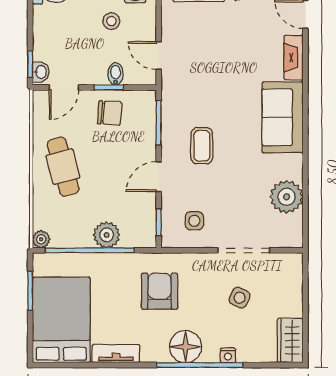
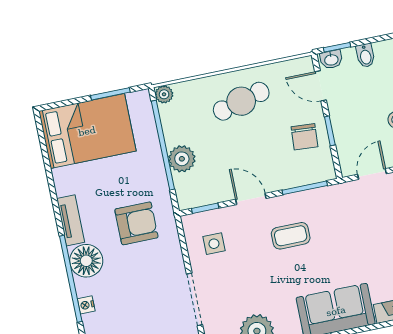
bidet: (116, 74) -> (365, 56), moved, turned 90
side table: (240, 298) -> (146, 305), removed
tv unit: (116, 354) -> (71, 220), moved

